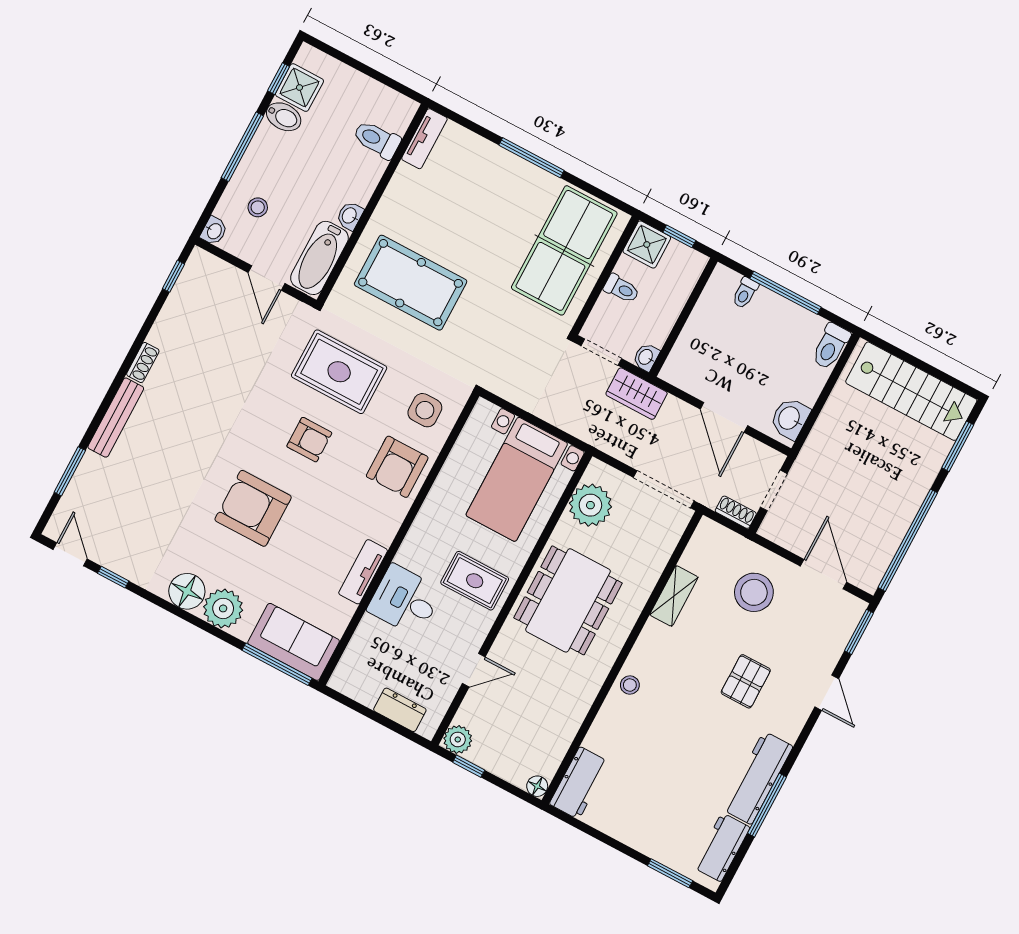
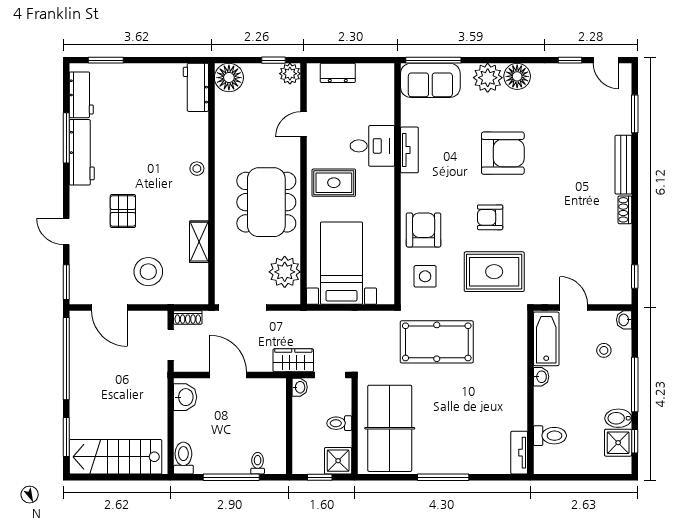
pool table: (411, 283) -> (437, 342), moved
floor lamp: (537, 786) -> (229, 78), width x1.89, depth x1.89

